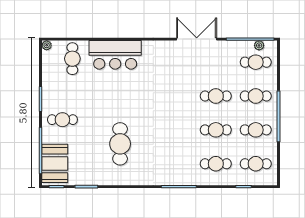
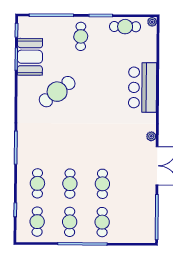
plant: (259, 45) -> (151, 136), moved
cafe table: (72, 59) -> (125, 27), moved
cafe table: (256, 62) -> (135, 222), removed
cafe table: (120, 144) -> (57, 92), turned -38
booth: (55, 163) -> (30, 57), moved, turned 90

